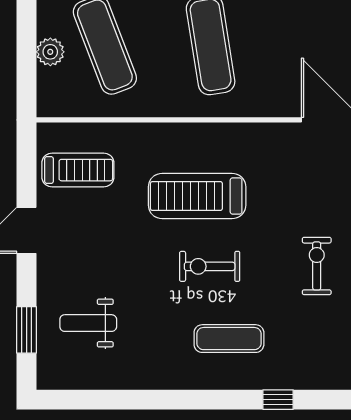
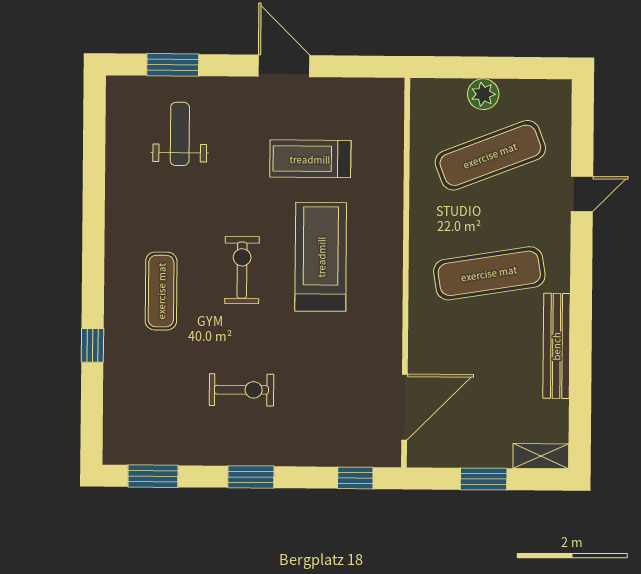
treadmill: (78, 170) -> (310, 159), moved, turned 90

